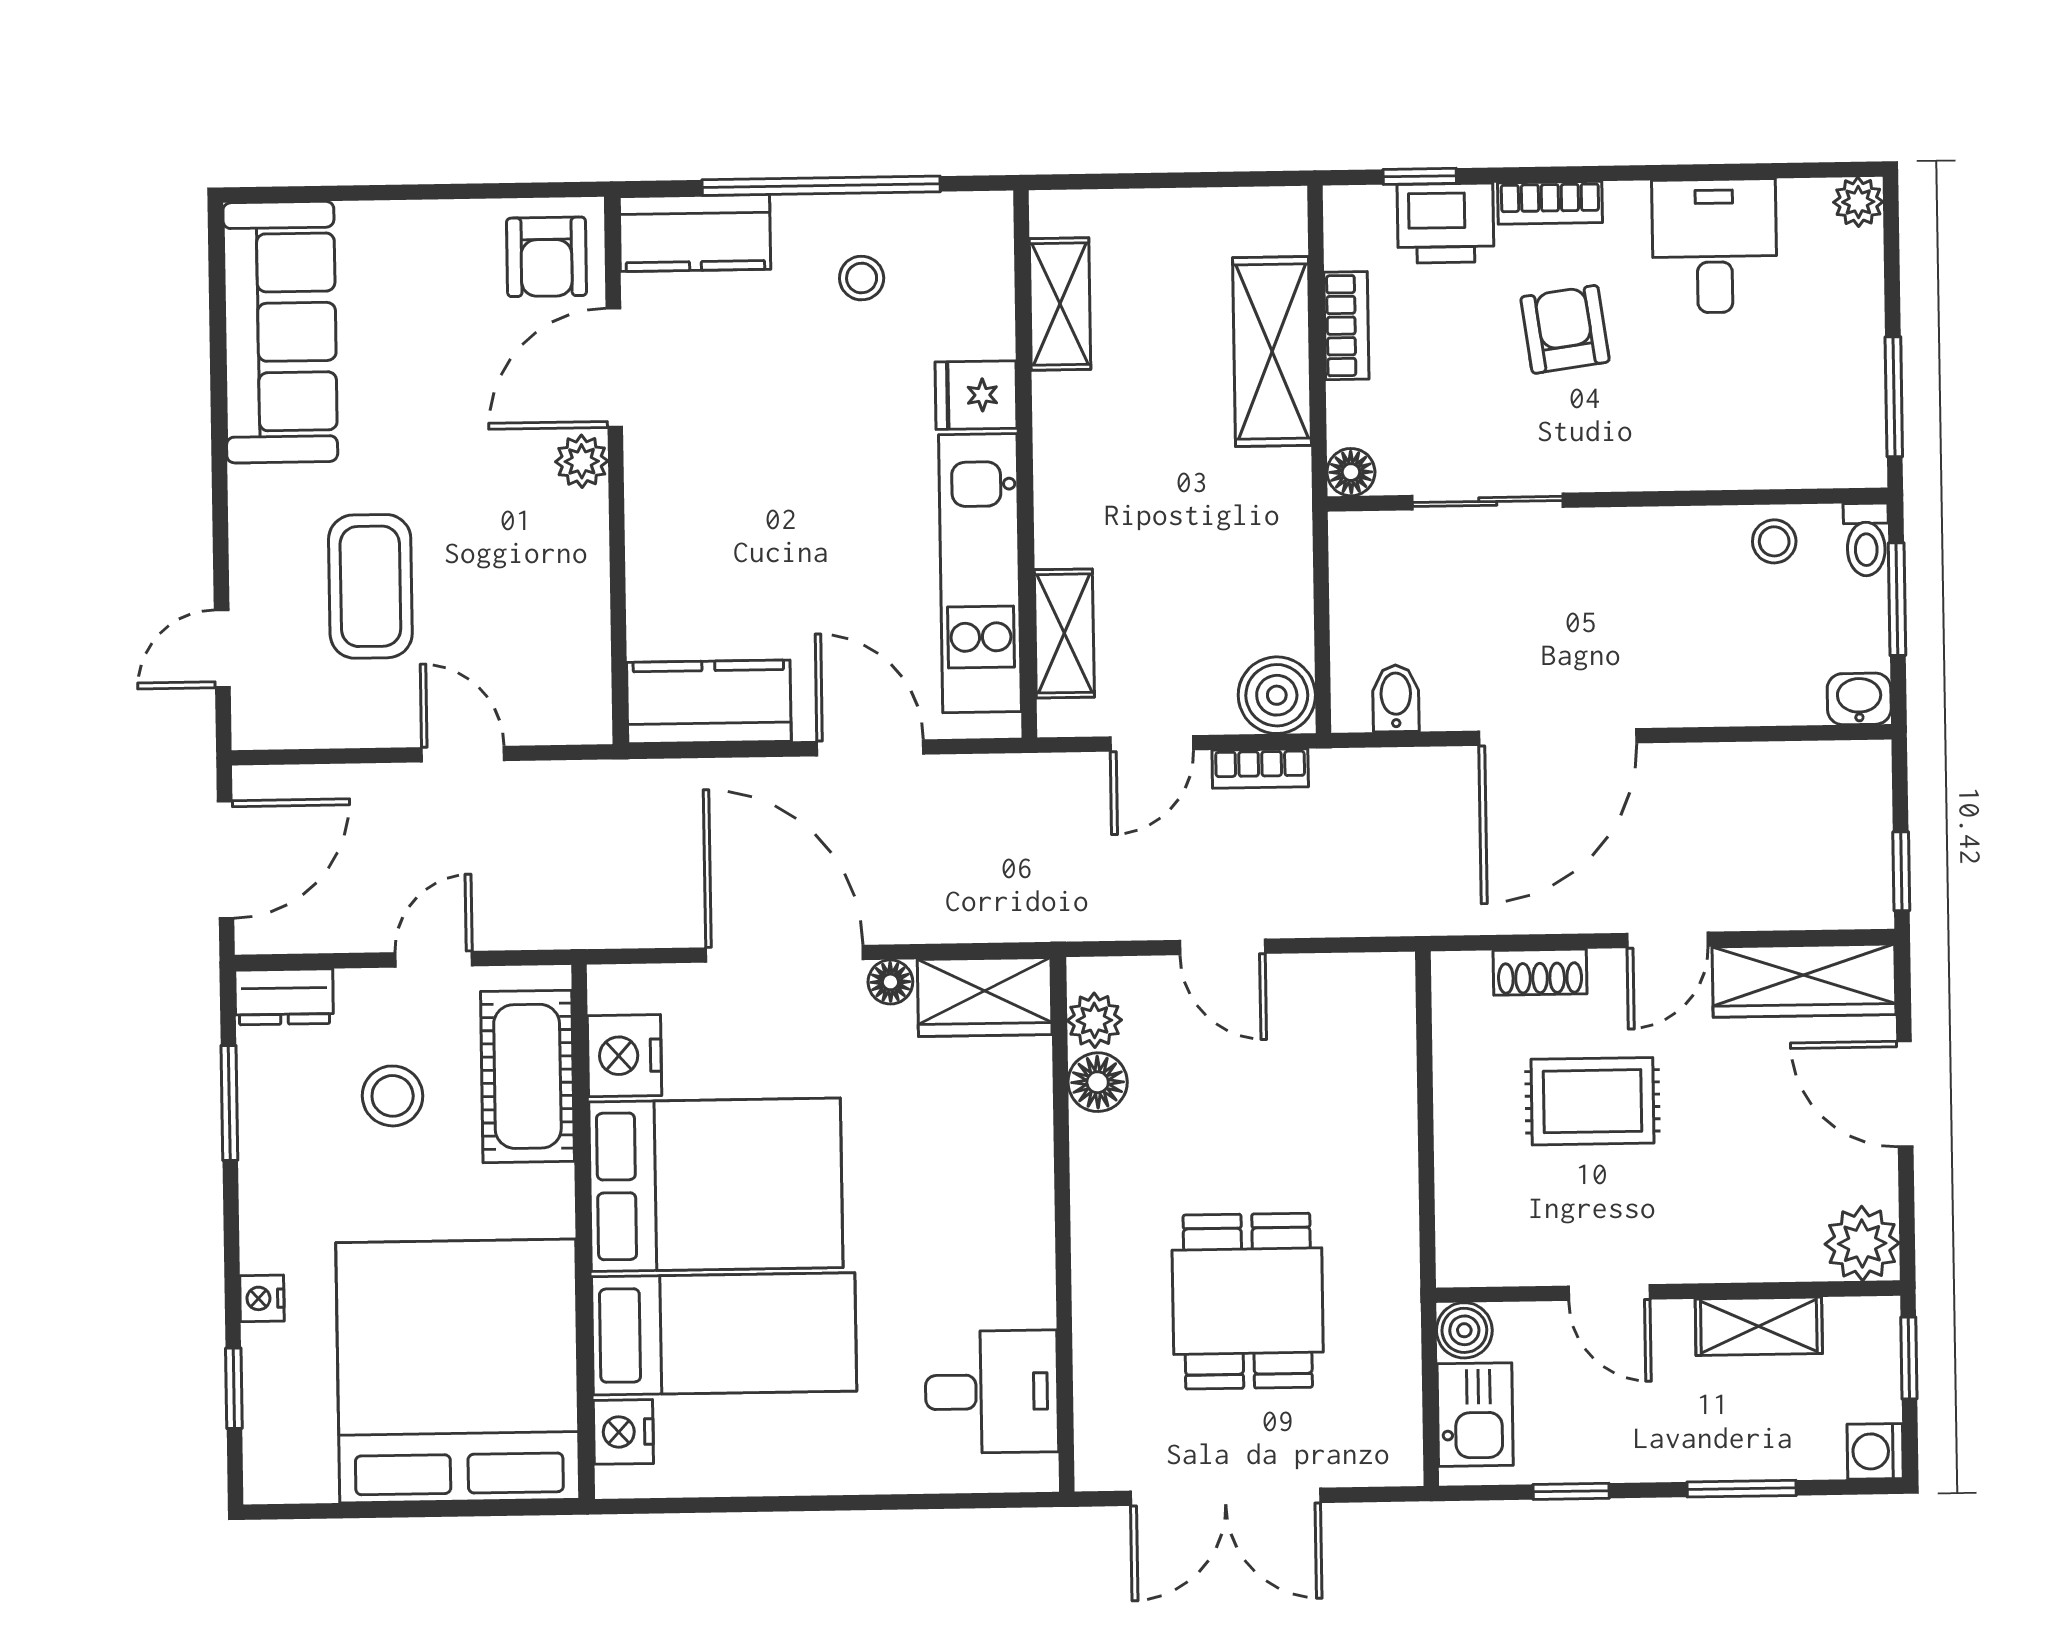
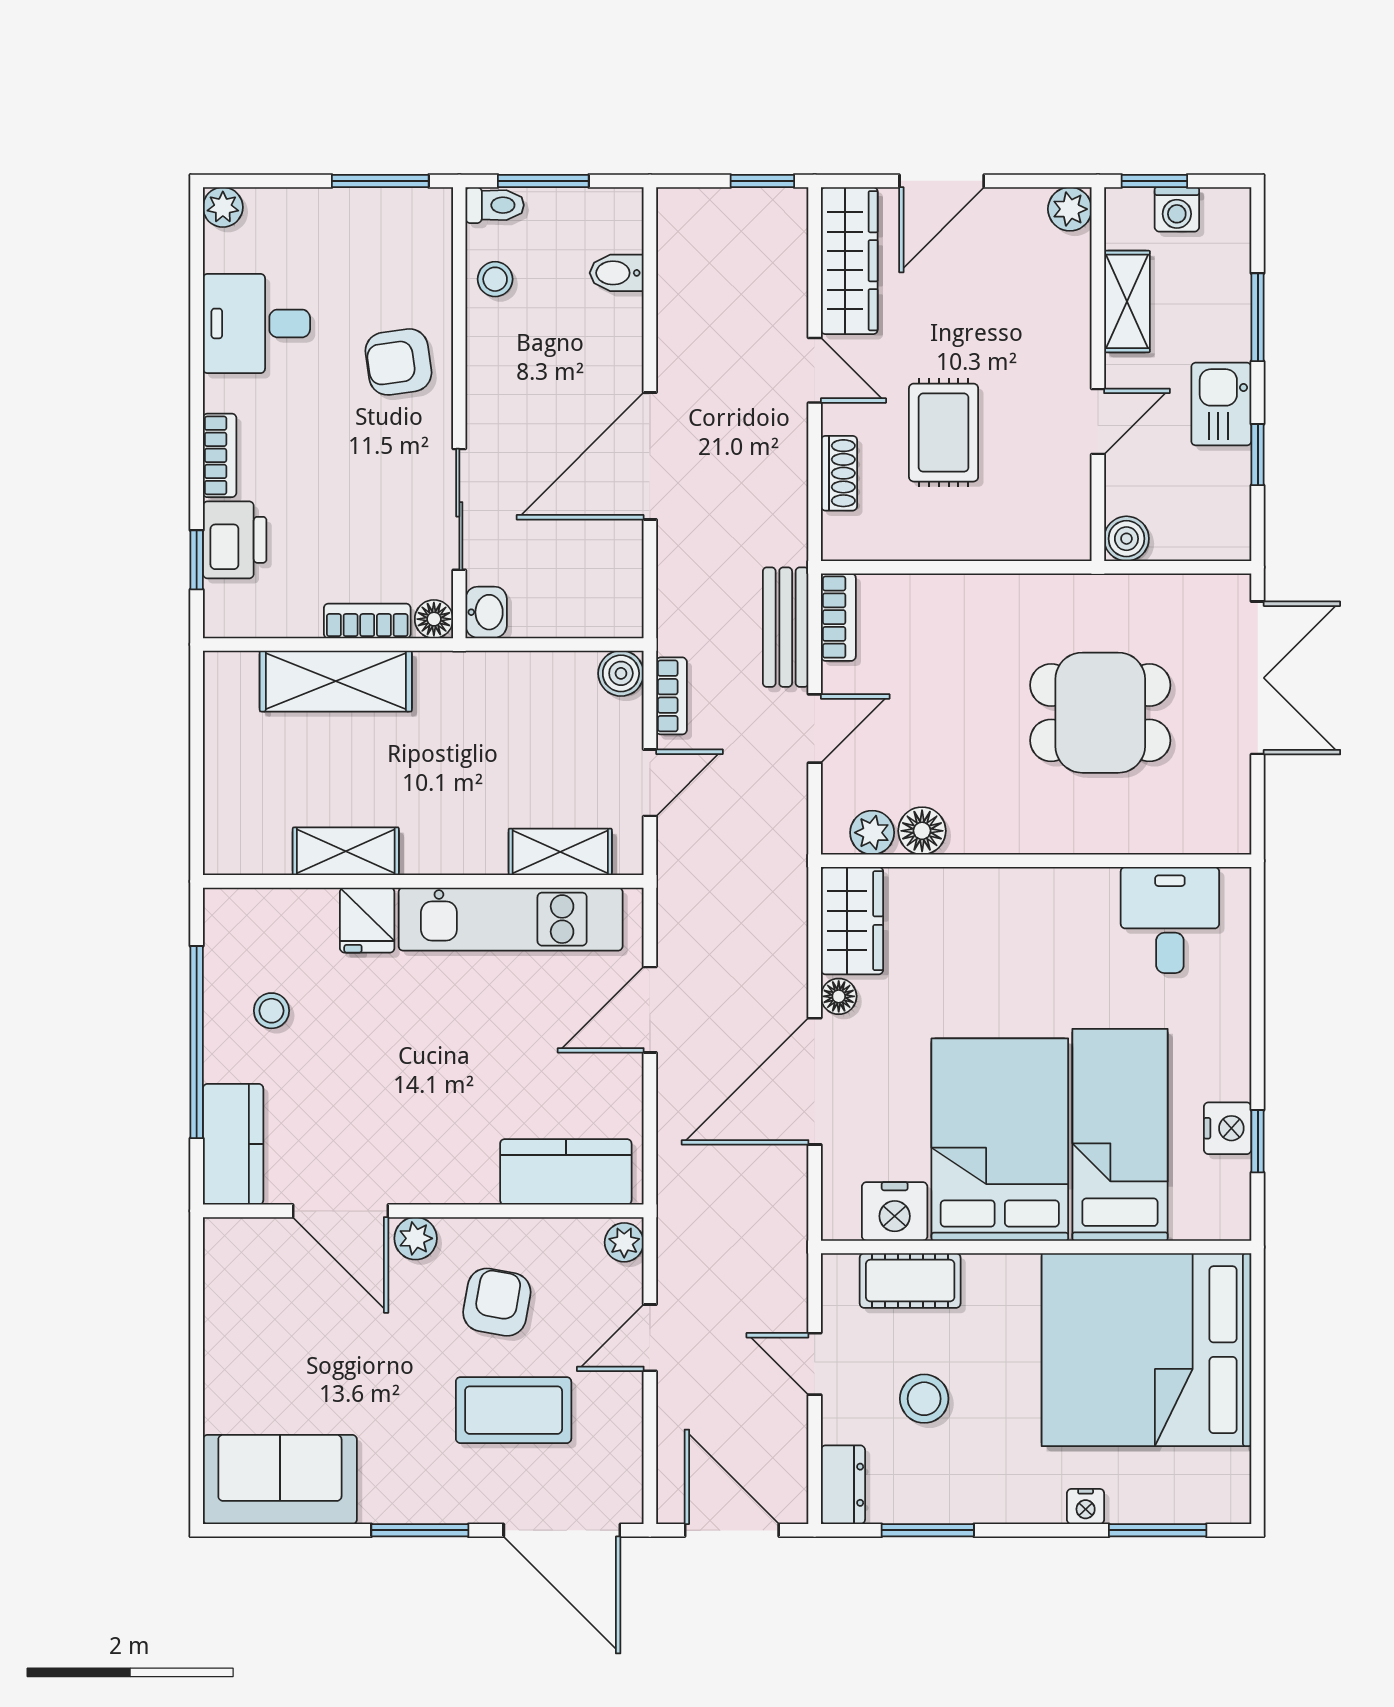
armchair: (547, 257) -> (497, 1302), moved, turned -80
shelving: (1060, 304) -> (346, 851), moved
bookcase: (1346, 326) -> (367, 621), moved
armchair: (1565, 329) -> (398, 362), moved
sofa: (280, 332) -> (280, 1479), width x0.73
window: (219, 472) -> (420, 1530), added
door: (222, 649) -> (562, 1530), width x1.88
boiler: (1277, 695) -> (621, 673), width x0.73, depth x0.73
bidet: (1396, 698) -> (617, 273), moved
washbasin: (1859, 699) -> (486, 612), moved, turned 180
kitchen counter: (709, 702) -> (566, 1172), moved, turned 90
plant: (581, 720) -> (624, 1242), added
door: (1558, 737) -> (650, 456), swing flipped
door: (1152, 743) -> (650, 783), hinge flipped
bench: (1348, 909) -> (786, 627), added
bookcase: (1361, 974) -> (838, 617), added
cot: (527, 1076) -> (910, 1281), width x0.73, depth x0.75
plant: (1862, 1244) -> (1070, 209), width x0.73, depth x0.73
window: (234, 1388) -> (1158, 1530), width x1.50
kitchen sink: (1475, 1415) -> (1221, 404), moved, turned -90
nightstand: (623, 1432) -> (1228, 1128), moved, turned -90
washing machine: (1875, 1451) -> (1177, 209), moved
double door: (1226, 1497) -> (1258, 678), moved
window: (719, 1505) -> (1258, 1141), added

